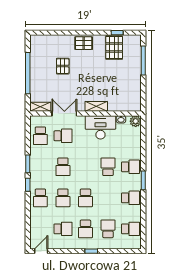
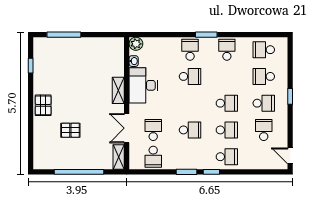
pallet: (114, 48) -> (48, 69), removed
school desk: (40, 136) -> (153, 157), turned 90
school desk: (108, 167) -> (190, 76), turned 180
school desk: (131, 229) -> (264, 50), turned -90

